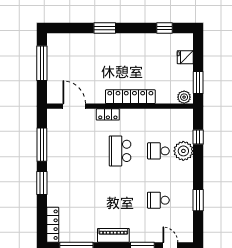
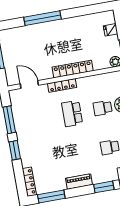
window: (105, 28) -> (42, 18), width x2.11
window: (164, 28) -> (90, 10), removed
locker: (108, 114) -> (62, 85), width x1.53

